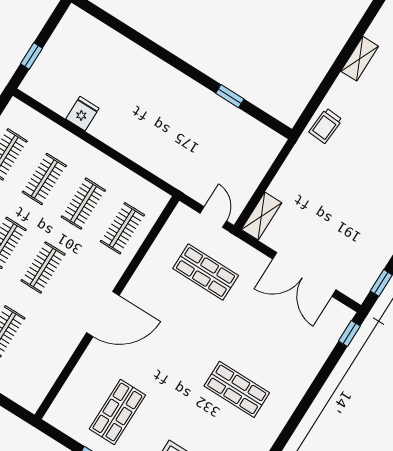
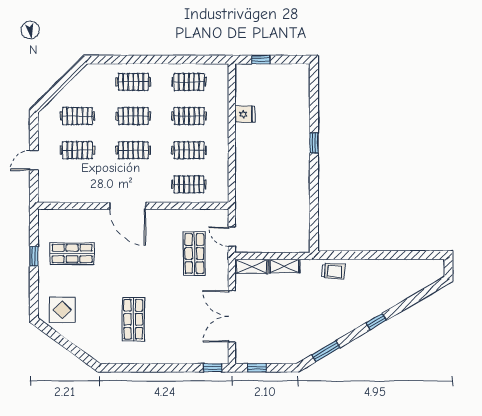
shelving: (360, 59) -> (284, 266), moved
window: (230, 96) -> (314, 143), moved
trolley: (326, 126) -> (333, 271), turned 180
door: (213, 217) -> (232, 237), swing flipped

